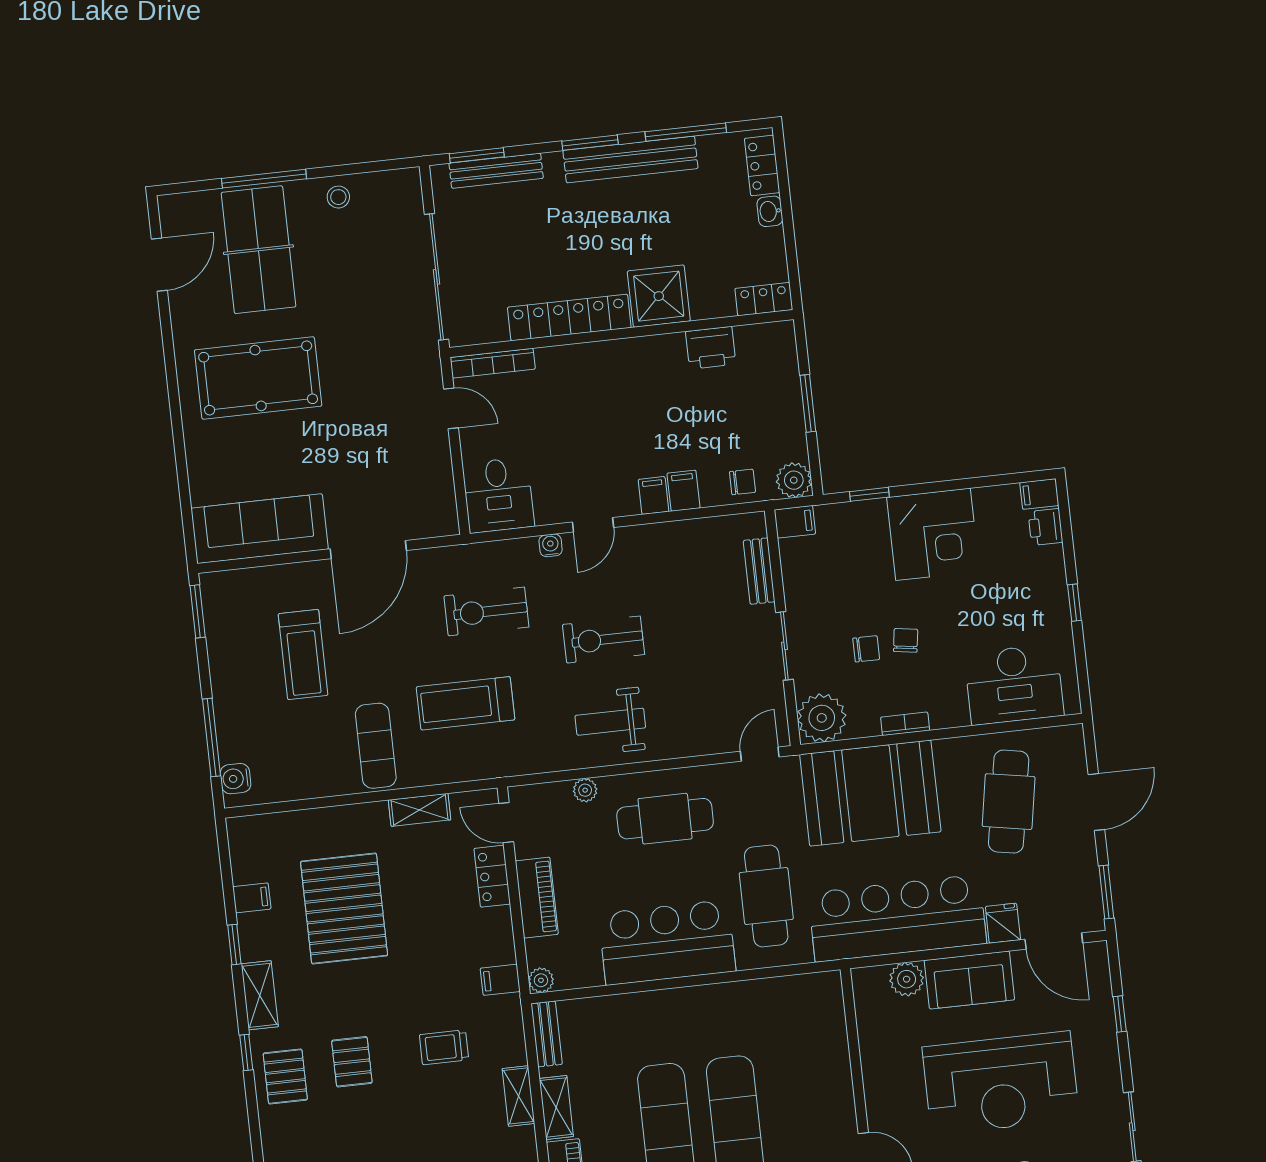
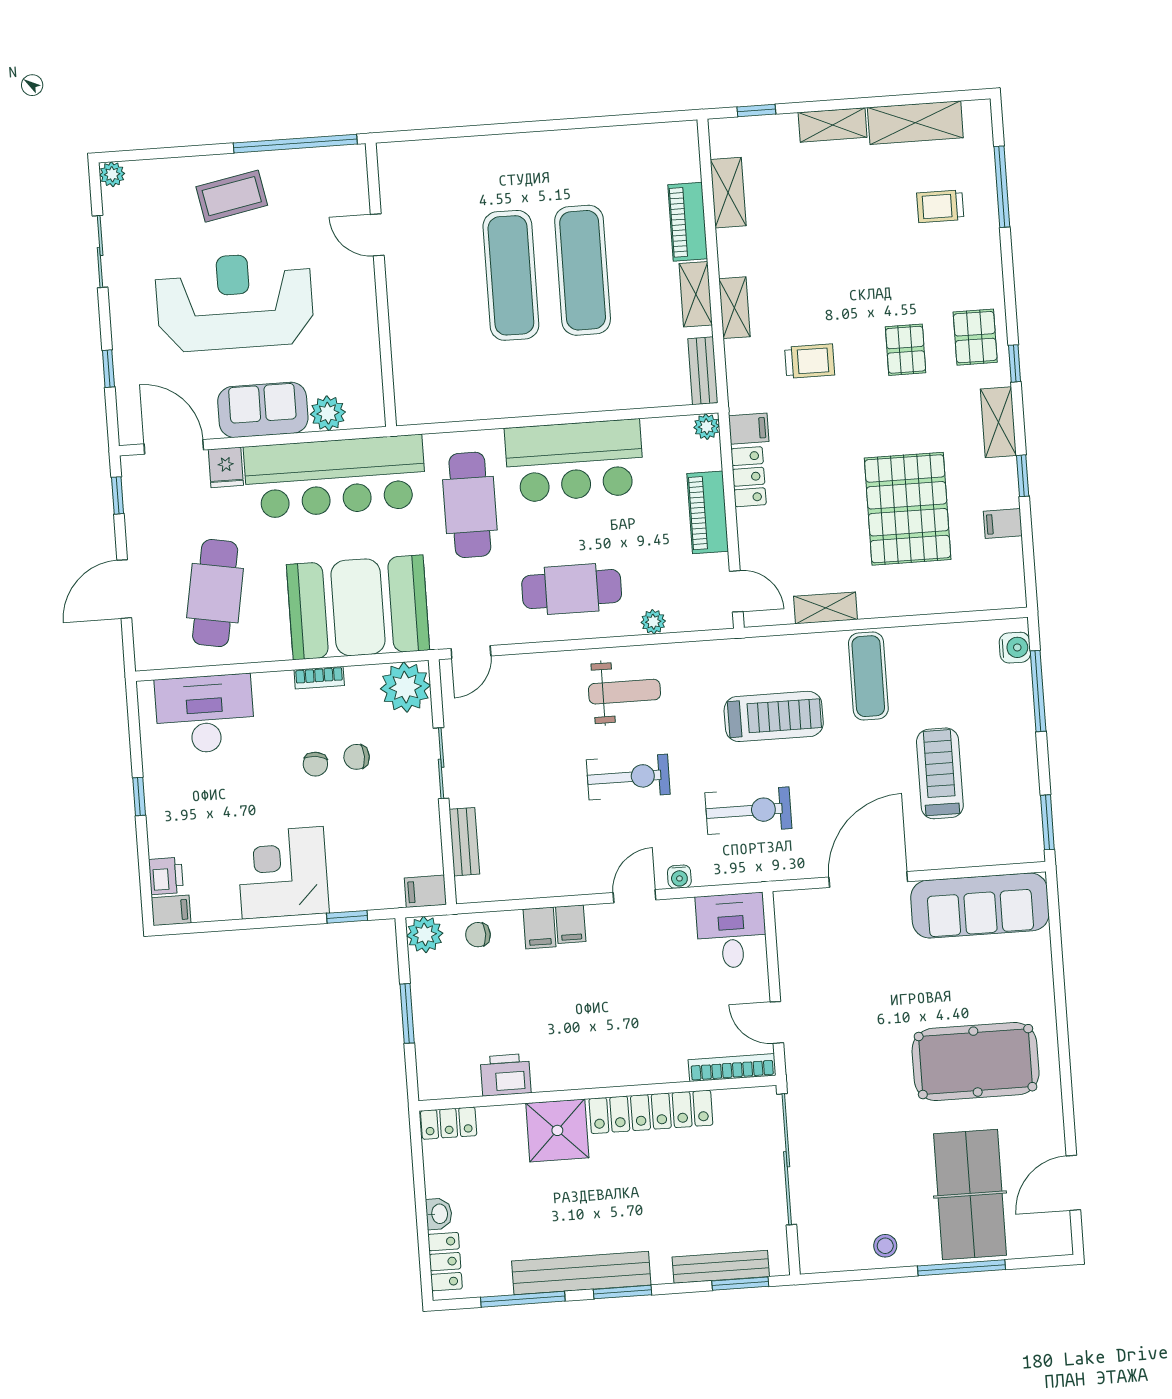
locker: (492, 876) -> (749, 477), moved
window: (1106, 892) -> (118, 495), width x0.67

